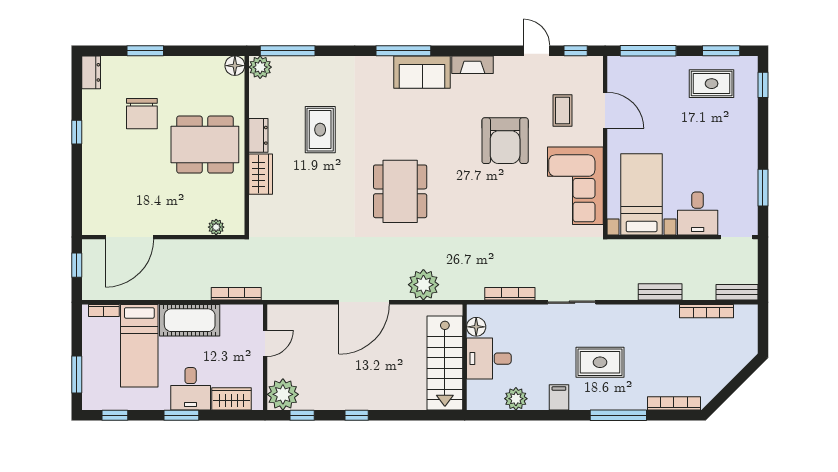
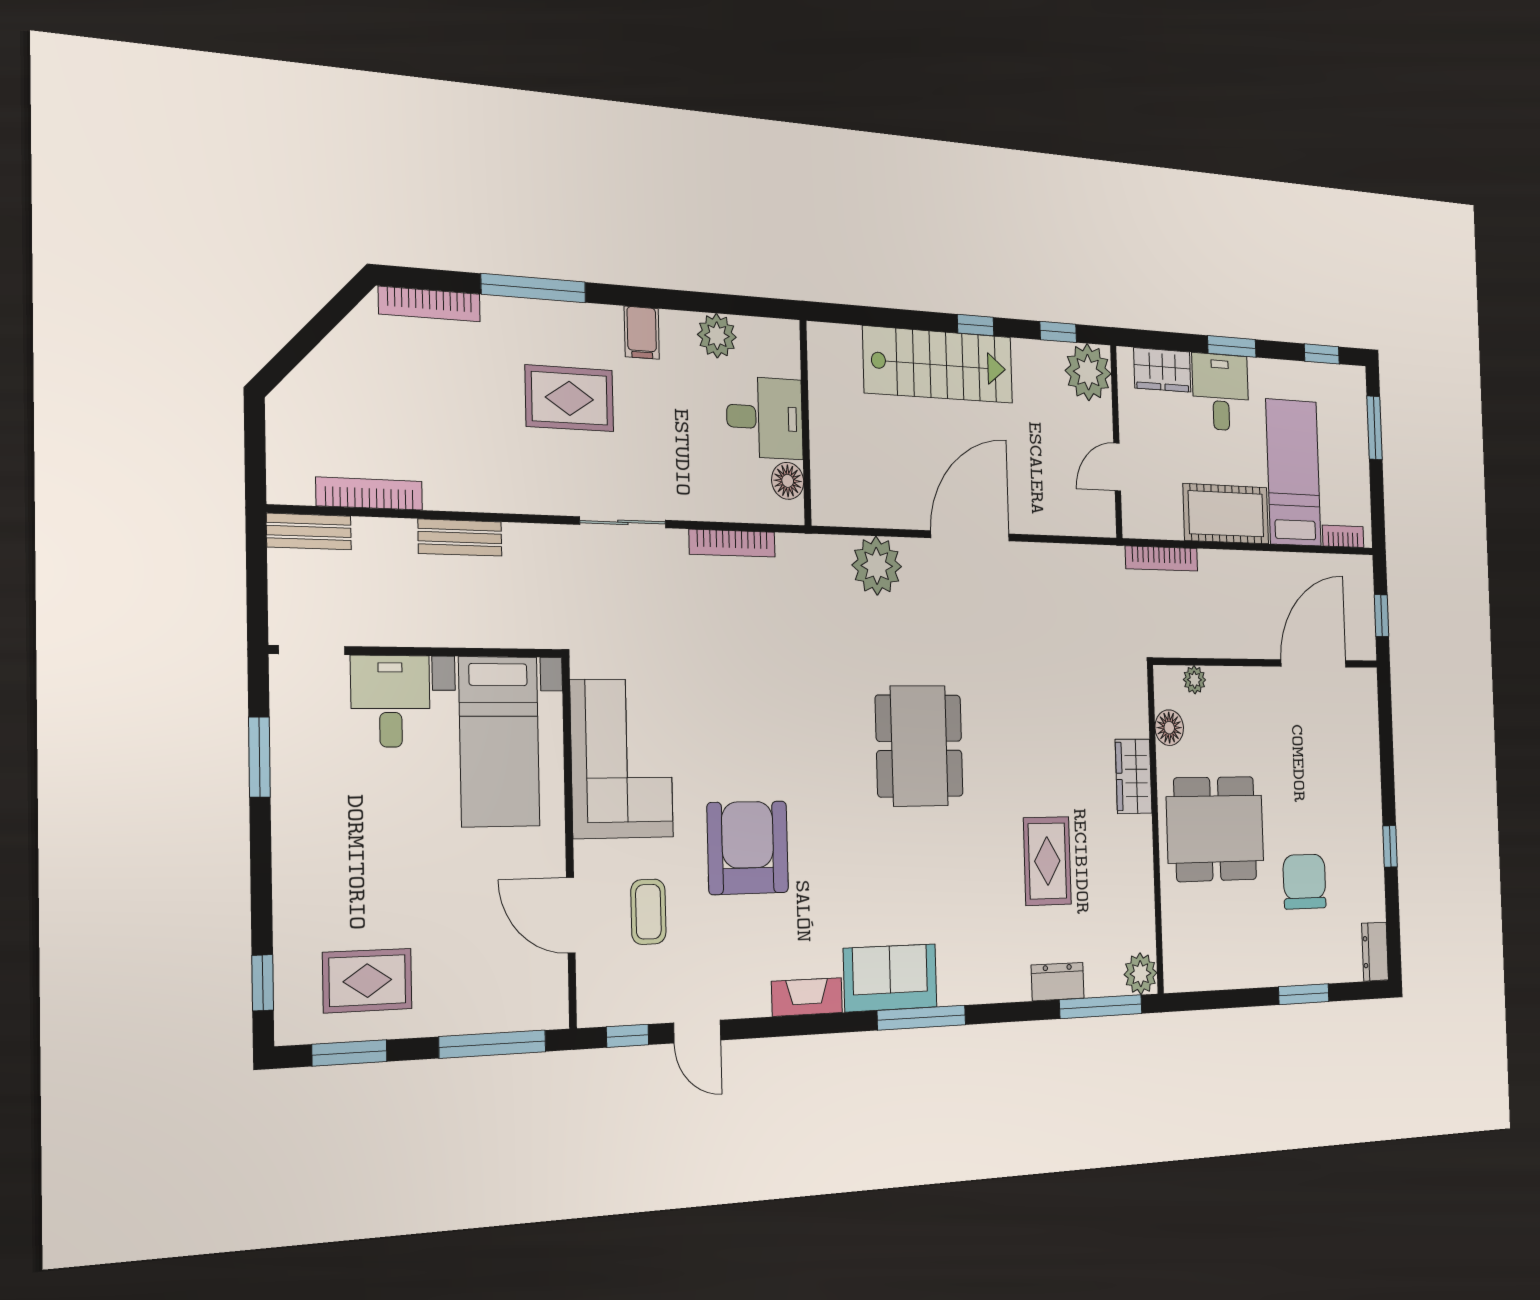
floor lamp: (235, 66) -> (1169, 728), moved
dresser: (258, 135) -> (1058, 982), moved, turned 90
stairs: (445, 363) -> (938, 365), moved, turned 90

